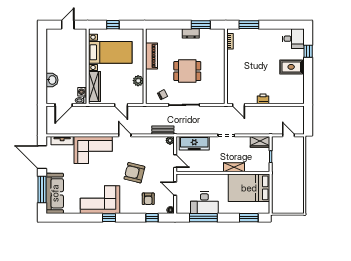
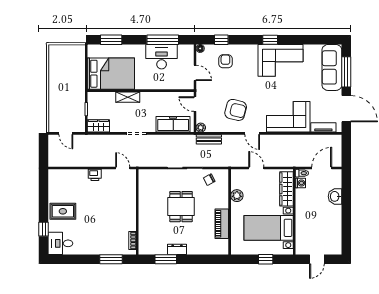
dining table: (187, 71) -> (181, 207), turned 90
armchair: (134, 173) -> (236, 110), moved

